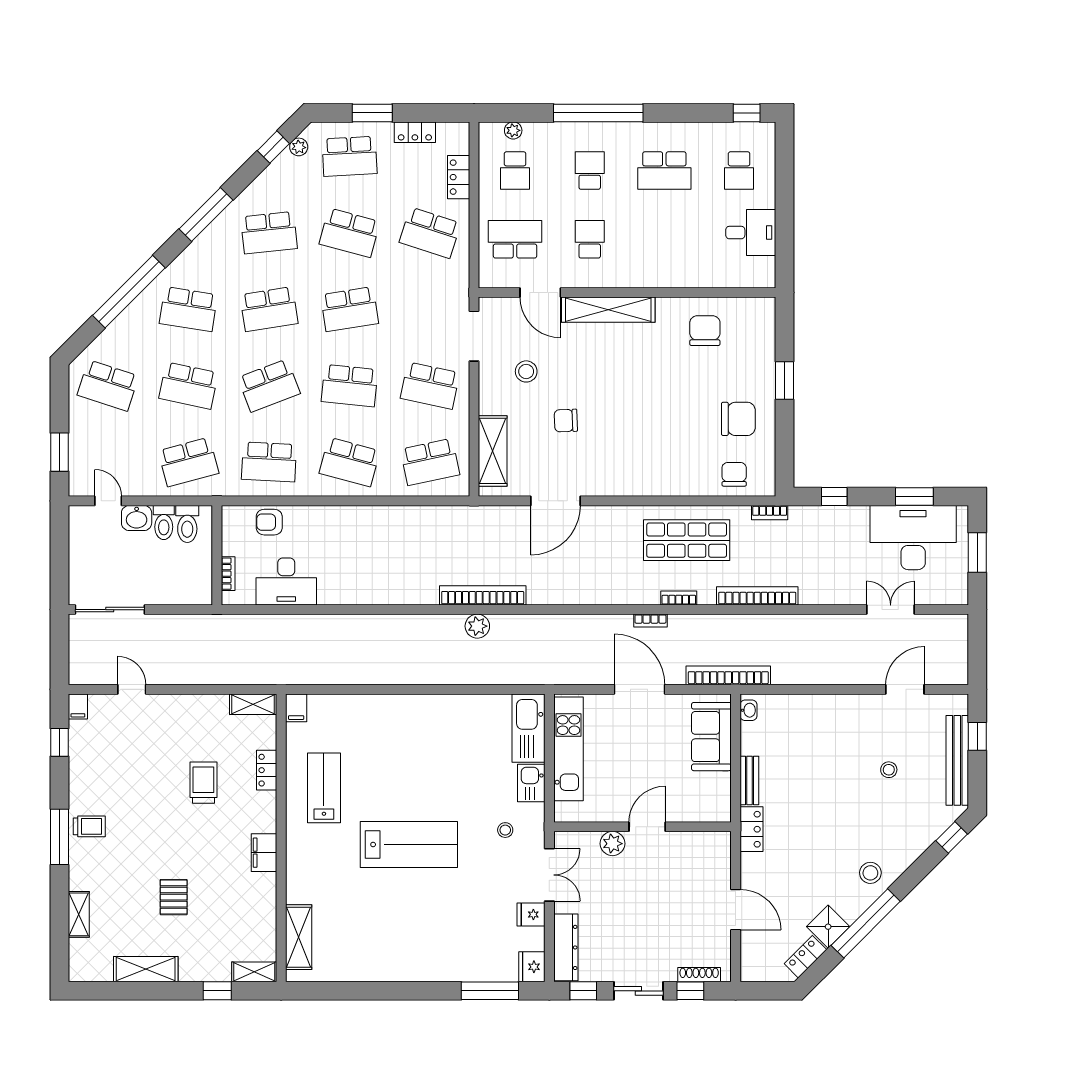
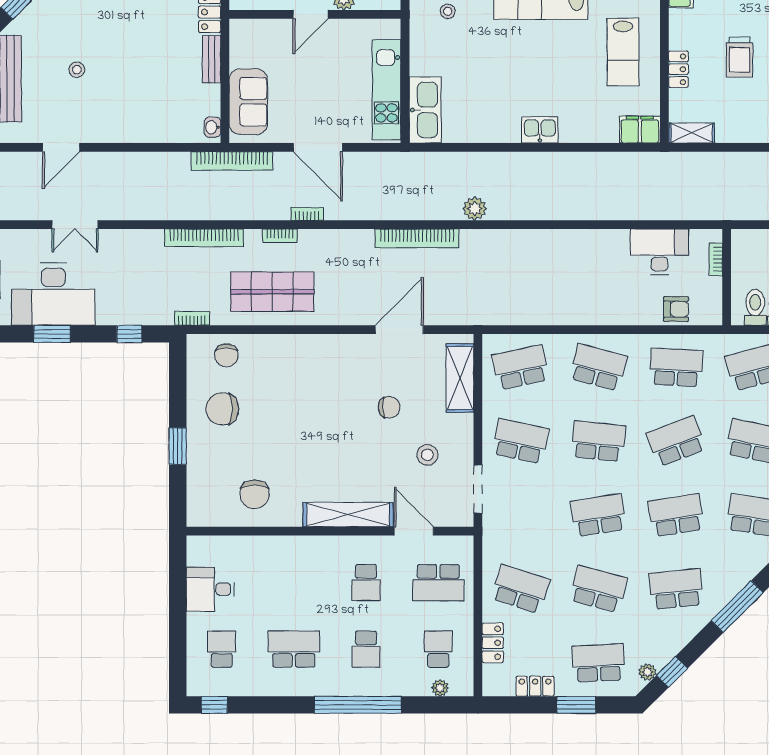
bookcase: (483, 595) -> (417, 238), moved
filing cabinet: (296, 708) -> (640, 130), width x2.00
kitchen sink: (531, 783) -> (540, 130), moved, turned -90

